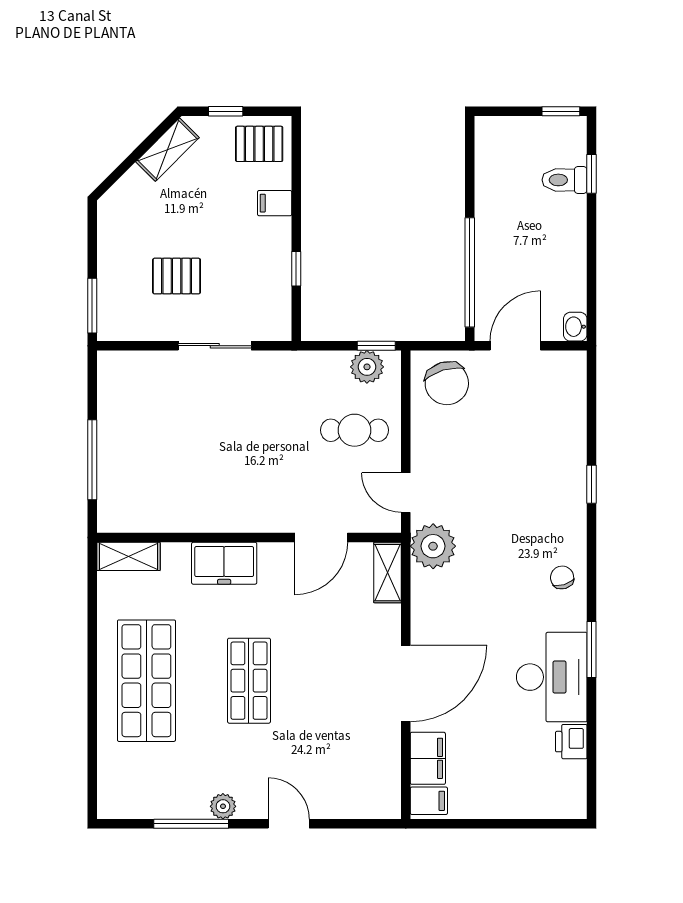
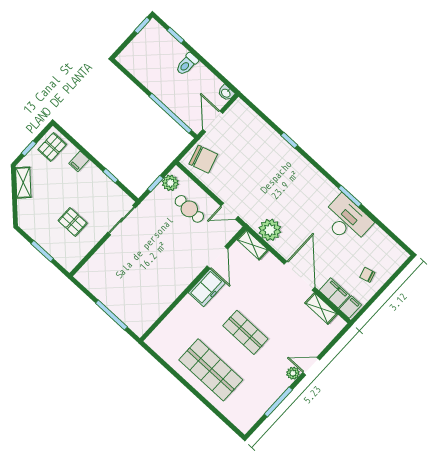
toilet: (565, 180) -> (187, 64), moved
pallet: (177, 276) -> (73, 222), turned 90
window: (92, 306) -> (42, 251), moved
sliding door: (215, 346) -> (122, 220), moved
window: (376, 346) -> (155, 184), moved
cafe table: (354, 430) -> (189, 209), turned 90
plant: (433, 546) -> (270, 230), moved
shelving: (128, 556) -> (321, 308), moved, turned 90
freezer: (224, 563) -> (207, 288), moved
chair: (562, 577) -> (367, 275), moved
printer: (571, 742) -> (377, 235), removed
plant: (223, 806) -> (293, 373), moved

